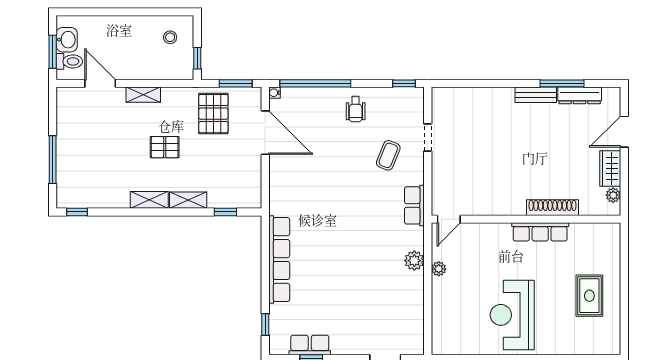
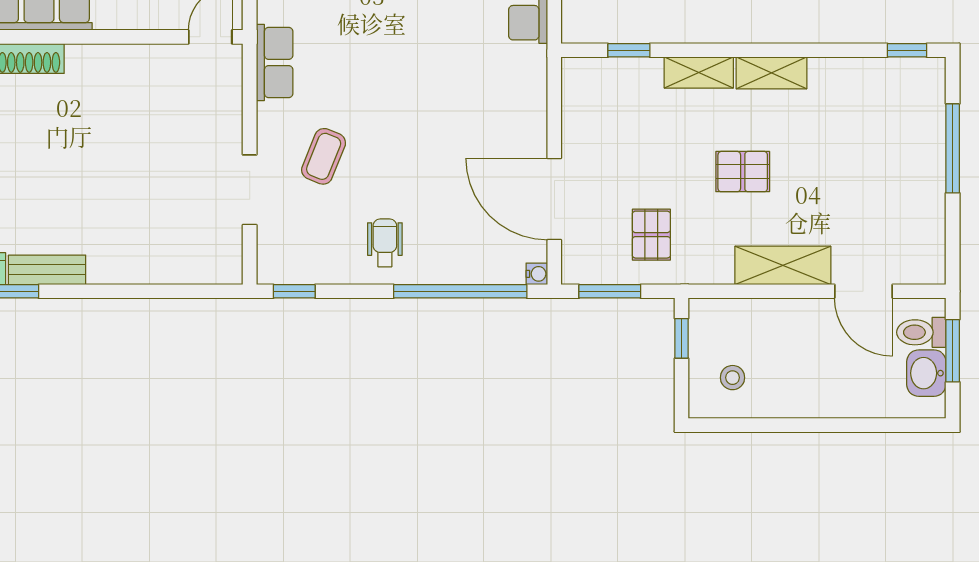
shelving: (143, 95) -> (783, 265), width x1.50, depth x1.33
pallet: (213, 114) -> (651, 235), width x0.67, depth x0.71
doorway: (428, 138) -> (250, 190), width x1.38

